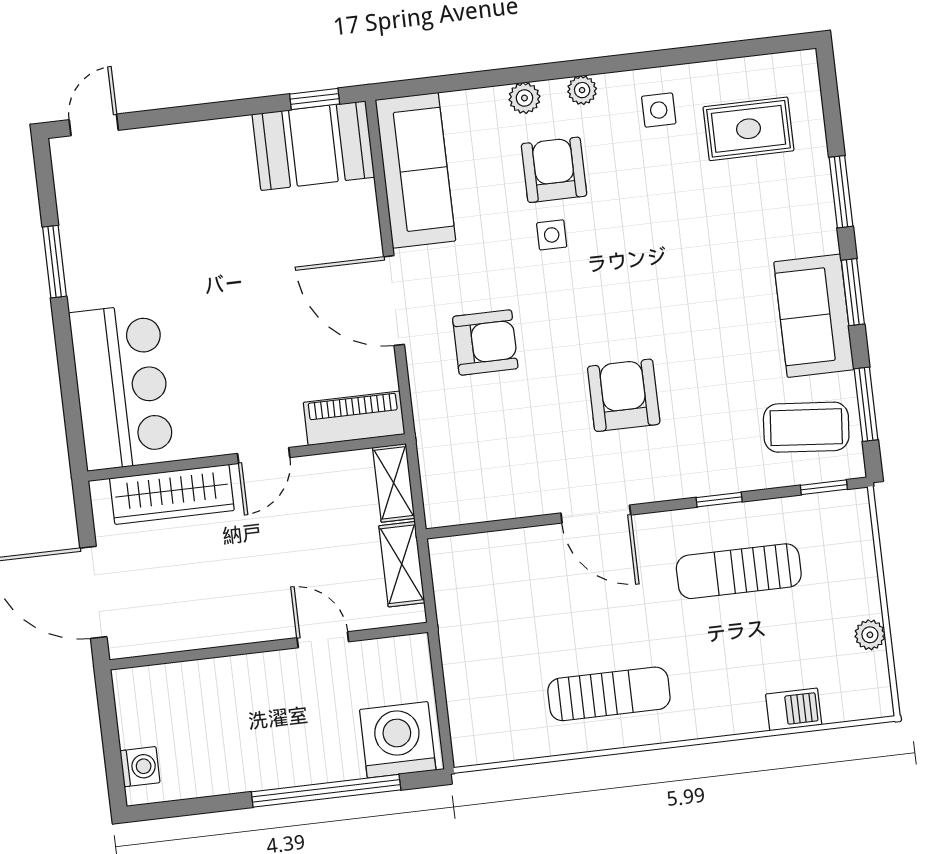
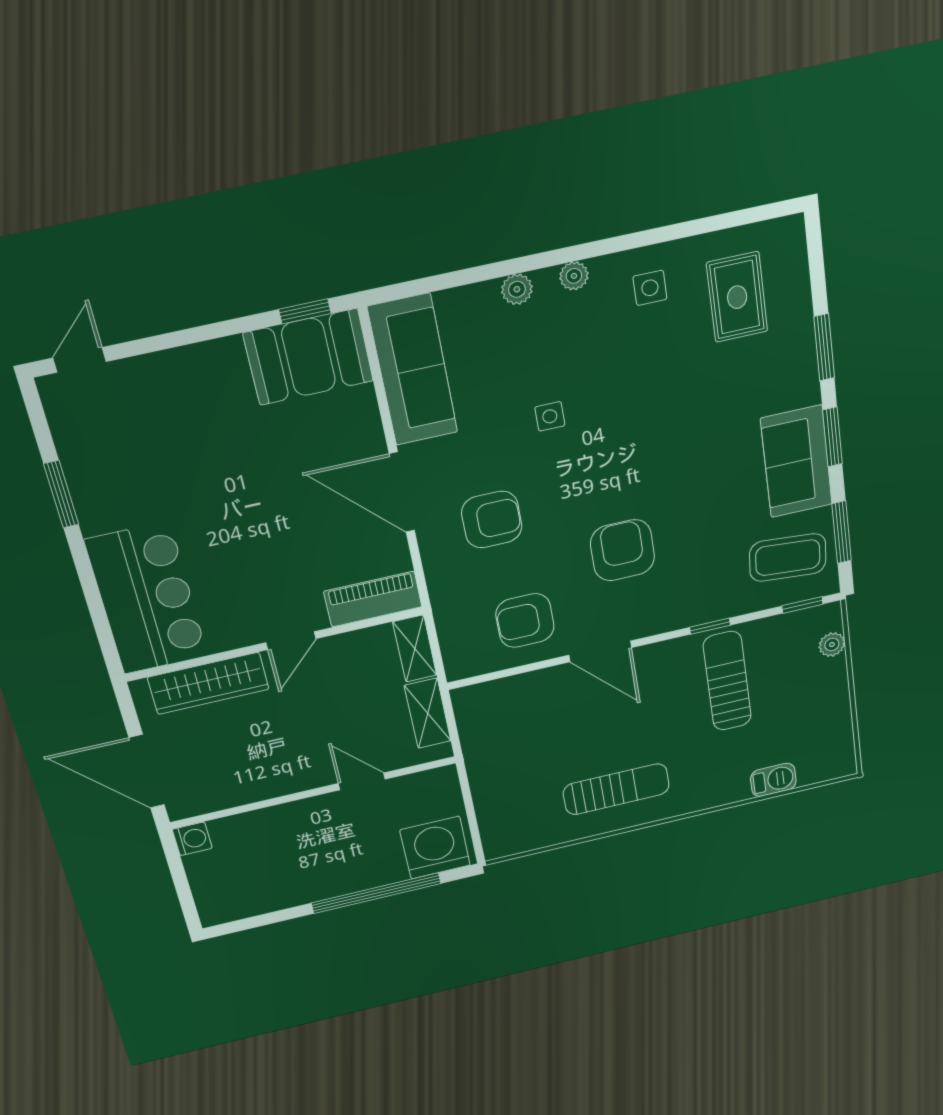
rug: (748, 129) -> (737, 297), turned 90
armchair: (554, 170) -> (525, 621), moved, turned -90
sun lounger: (739, 571) -> (727, 681), turned 90
plant: (870, 635) -> (832, 645), moved
washing machine: (140, 767) -> (192, 839), moved

